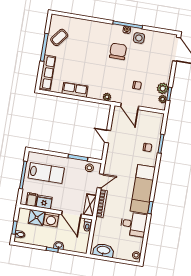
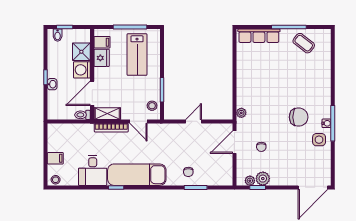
row of seats: (75, 90) -> (244, 73), removed
washbasin: (103, 250) -> (55, 139), removed
filing cabinet: (119, 253) -> (55, 158), added

